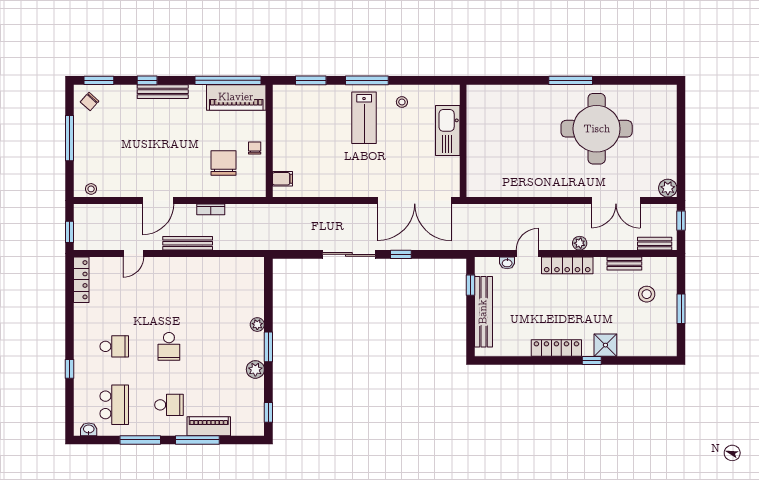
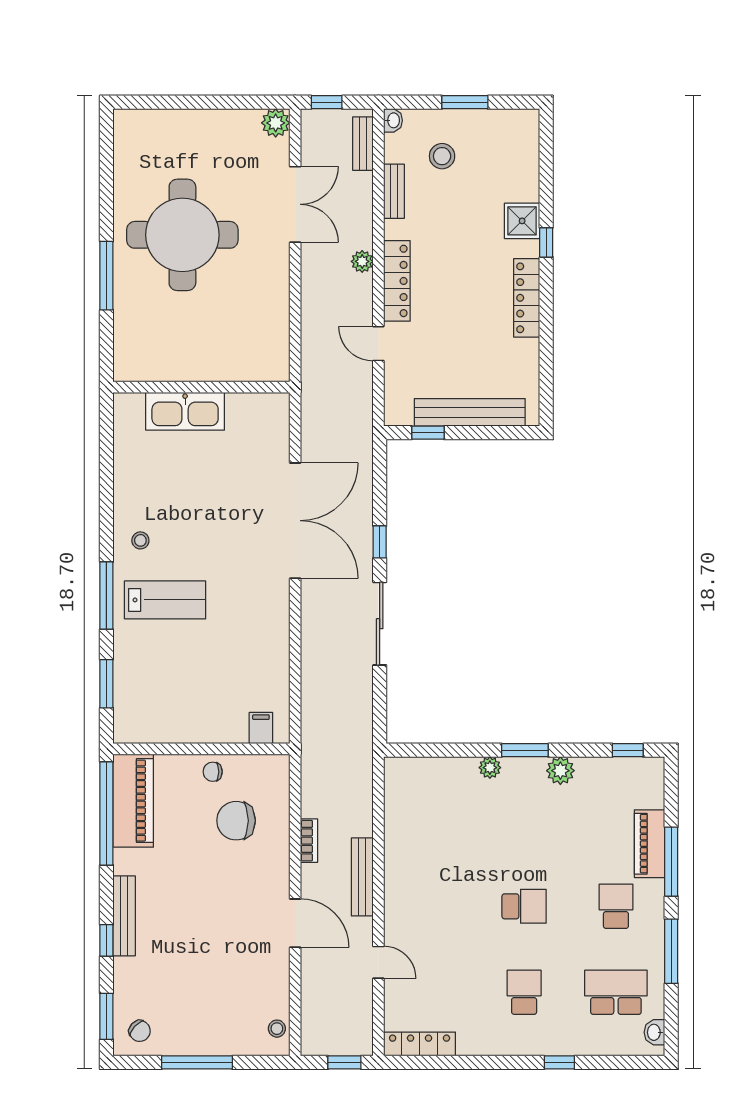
kitchen sink: (448, 130) -> (185, 411), moved
wall: (463, 141) -> (201, 387), moved
washbasin: (507, 263) -> (393, 120), moved

